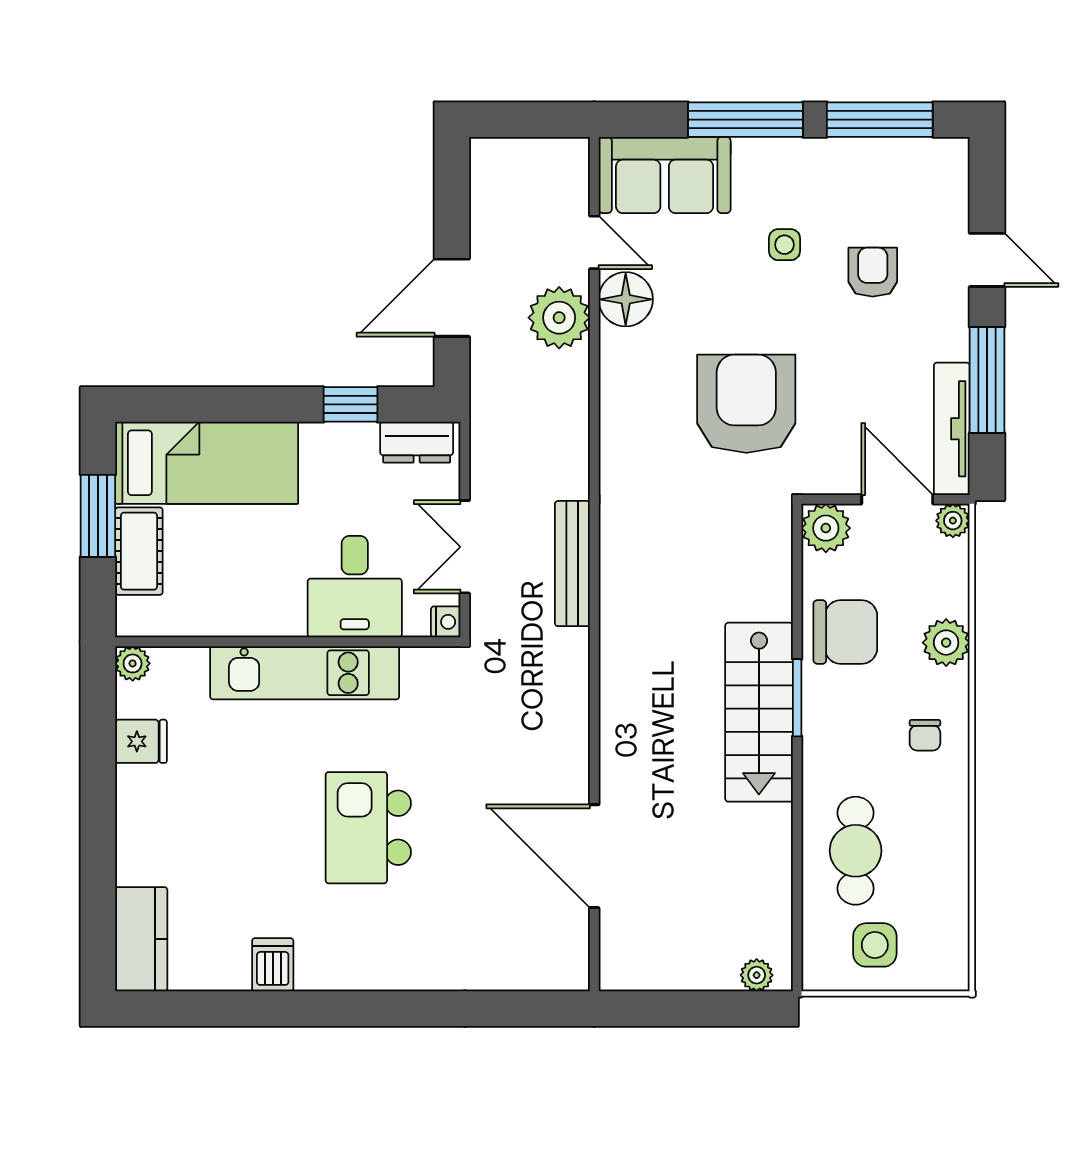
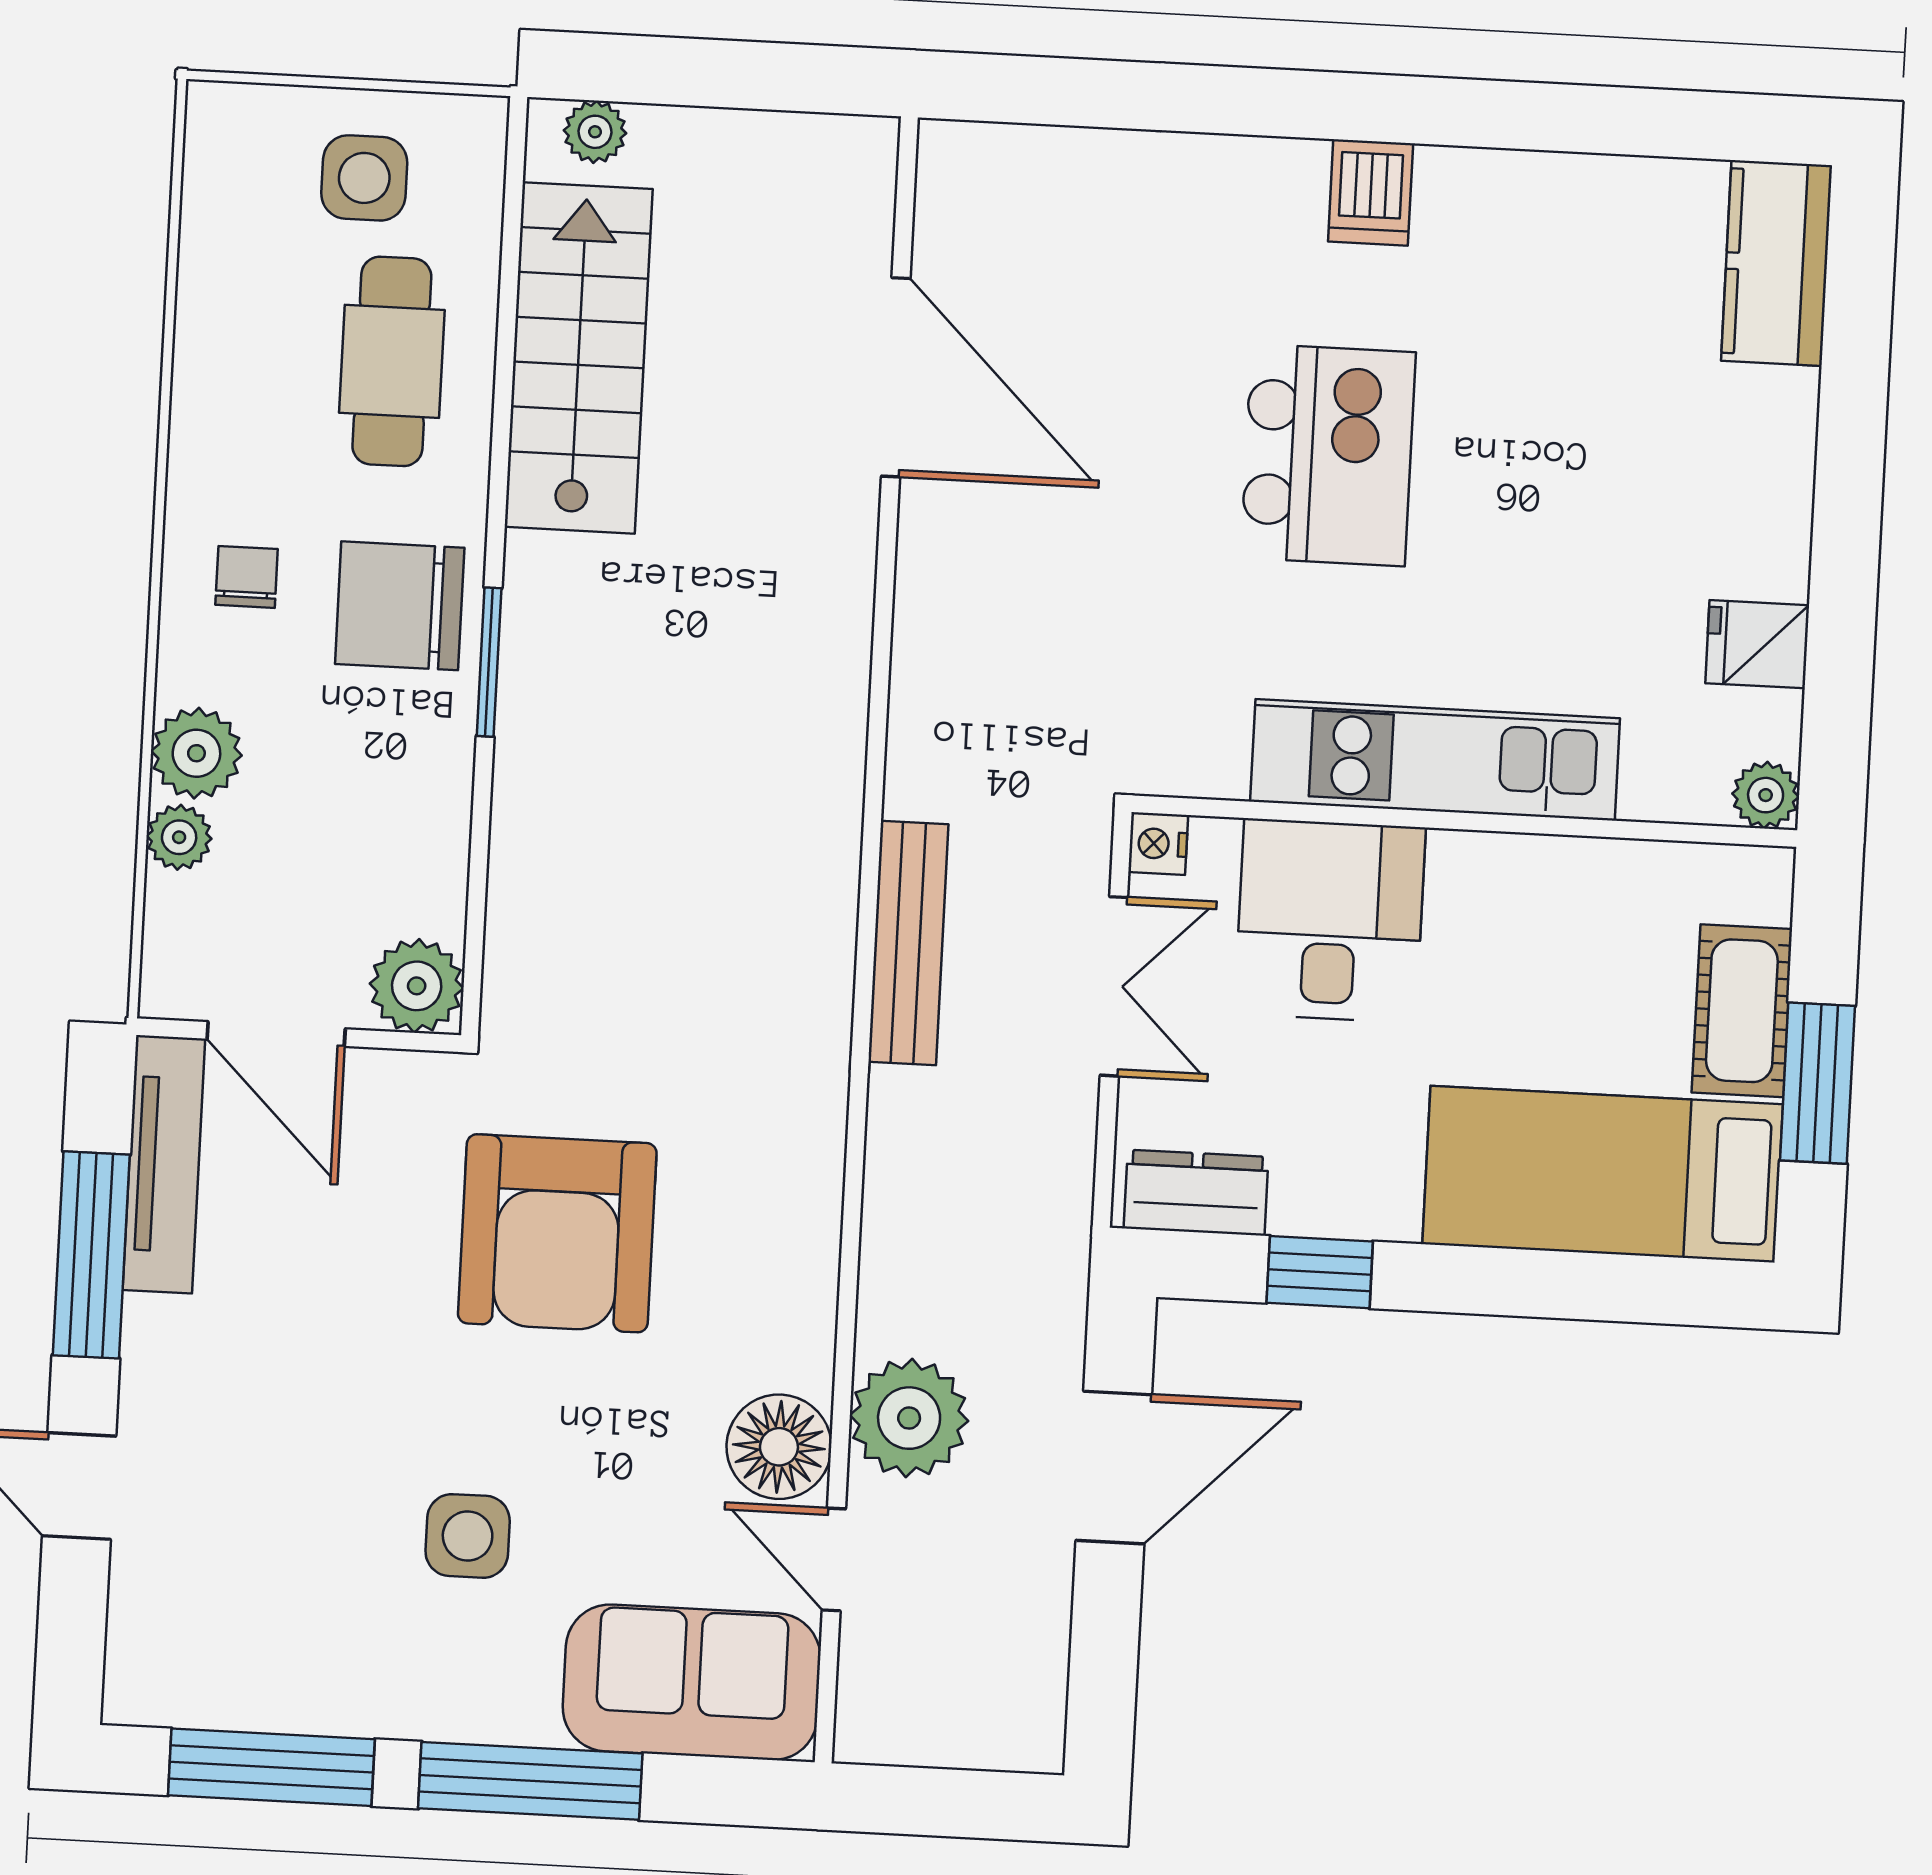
side table: (784, 245) -> (468, 1536), width x1.37, depth x1.37
armchair: (873, 272) -> (300, 1474), removed
plant: (953, 521) -> (179, 837), moved
chair: (845, 632) -> (400, 606), moved
stairs: (759, 712) -> (579, 358), moved
dishwasher: (273, 965) -> (1371, 192), moved

